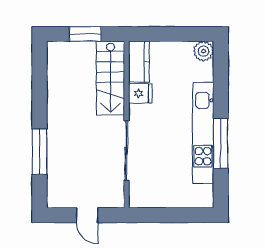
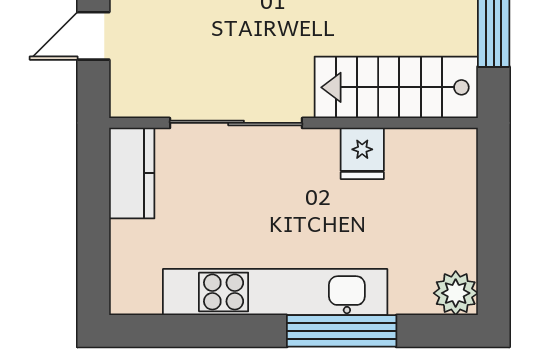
kitchen counter: (139, 62) -> (132, 173), moved, turned -90
window: (221, 144) -> (342, 331), moved

